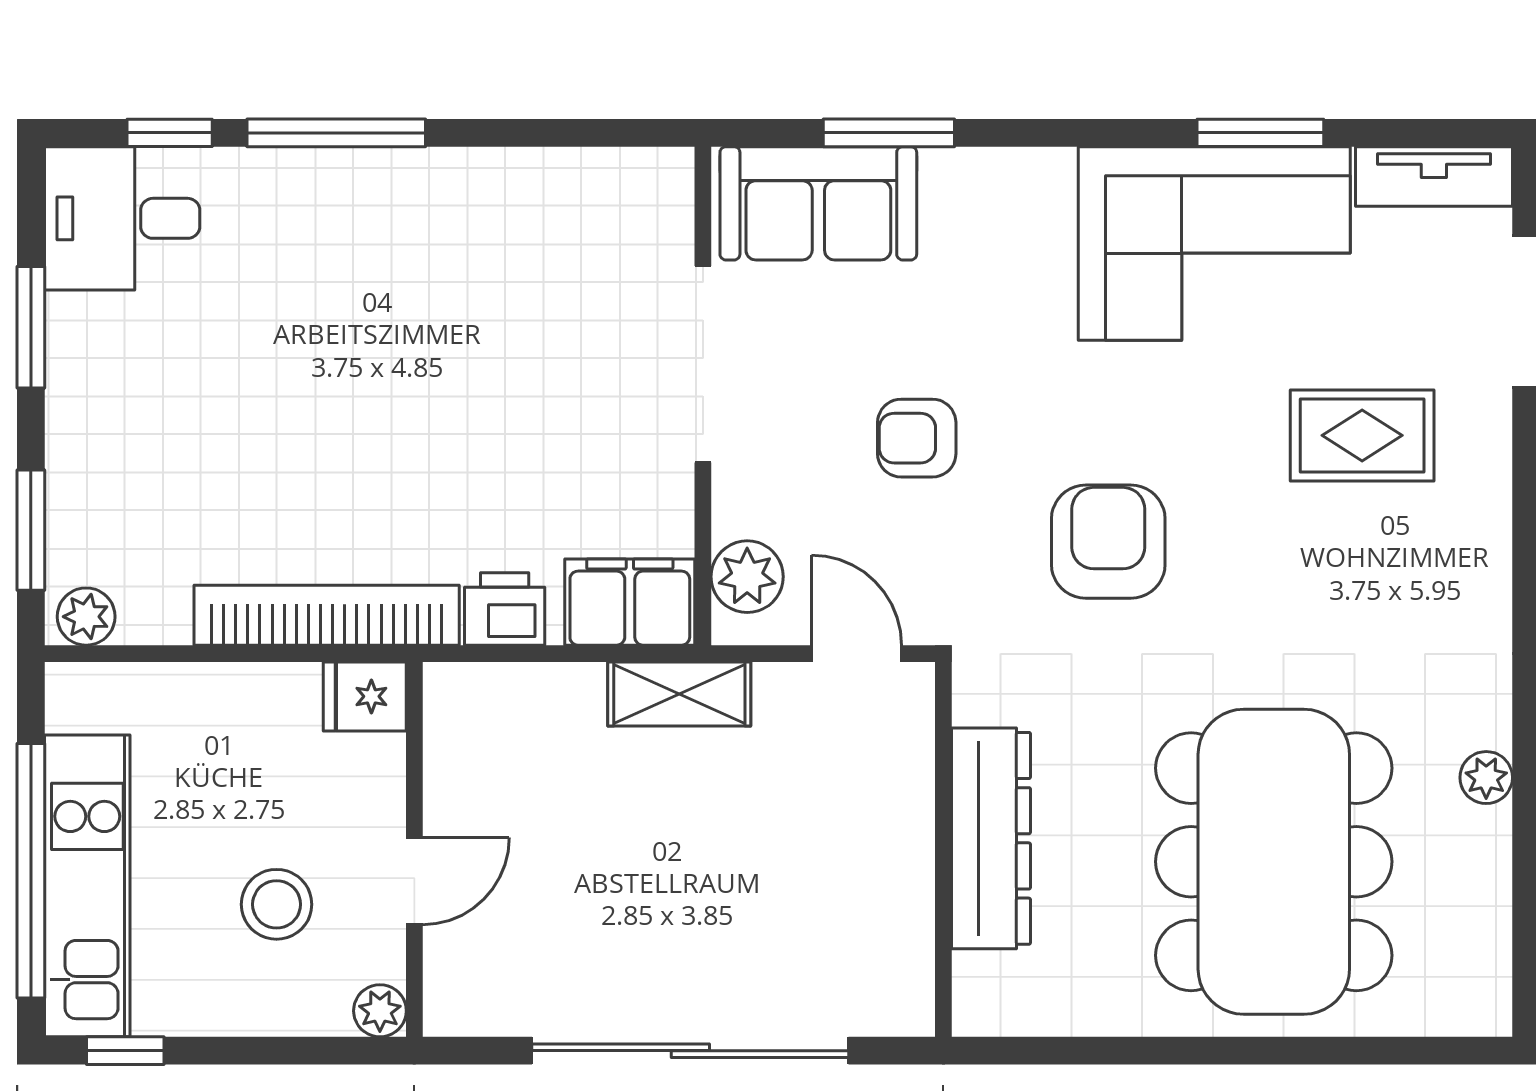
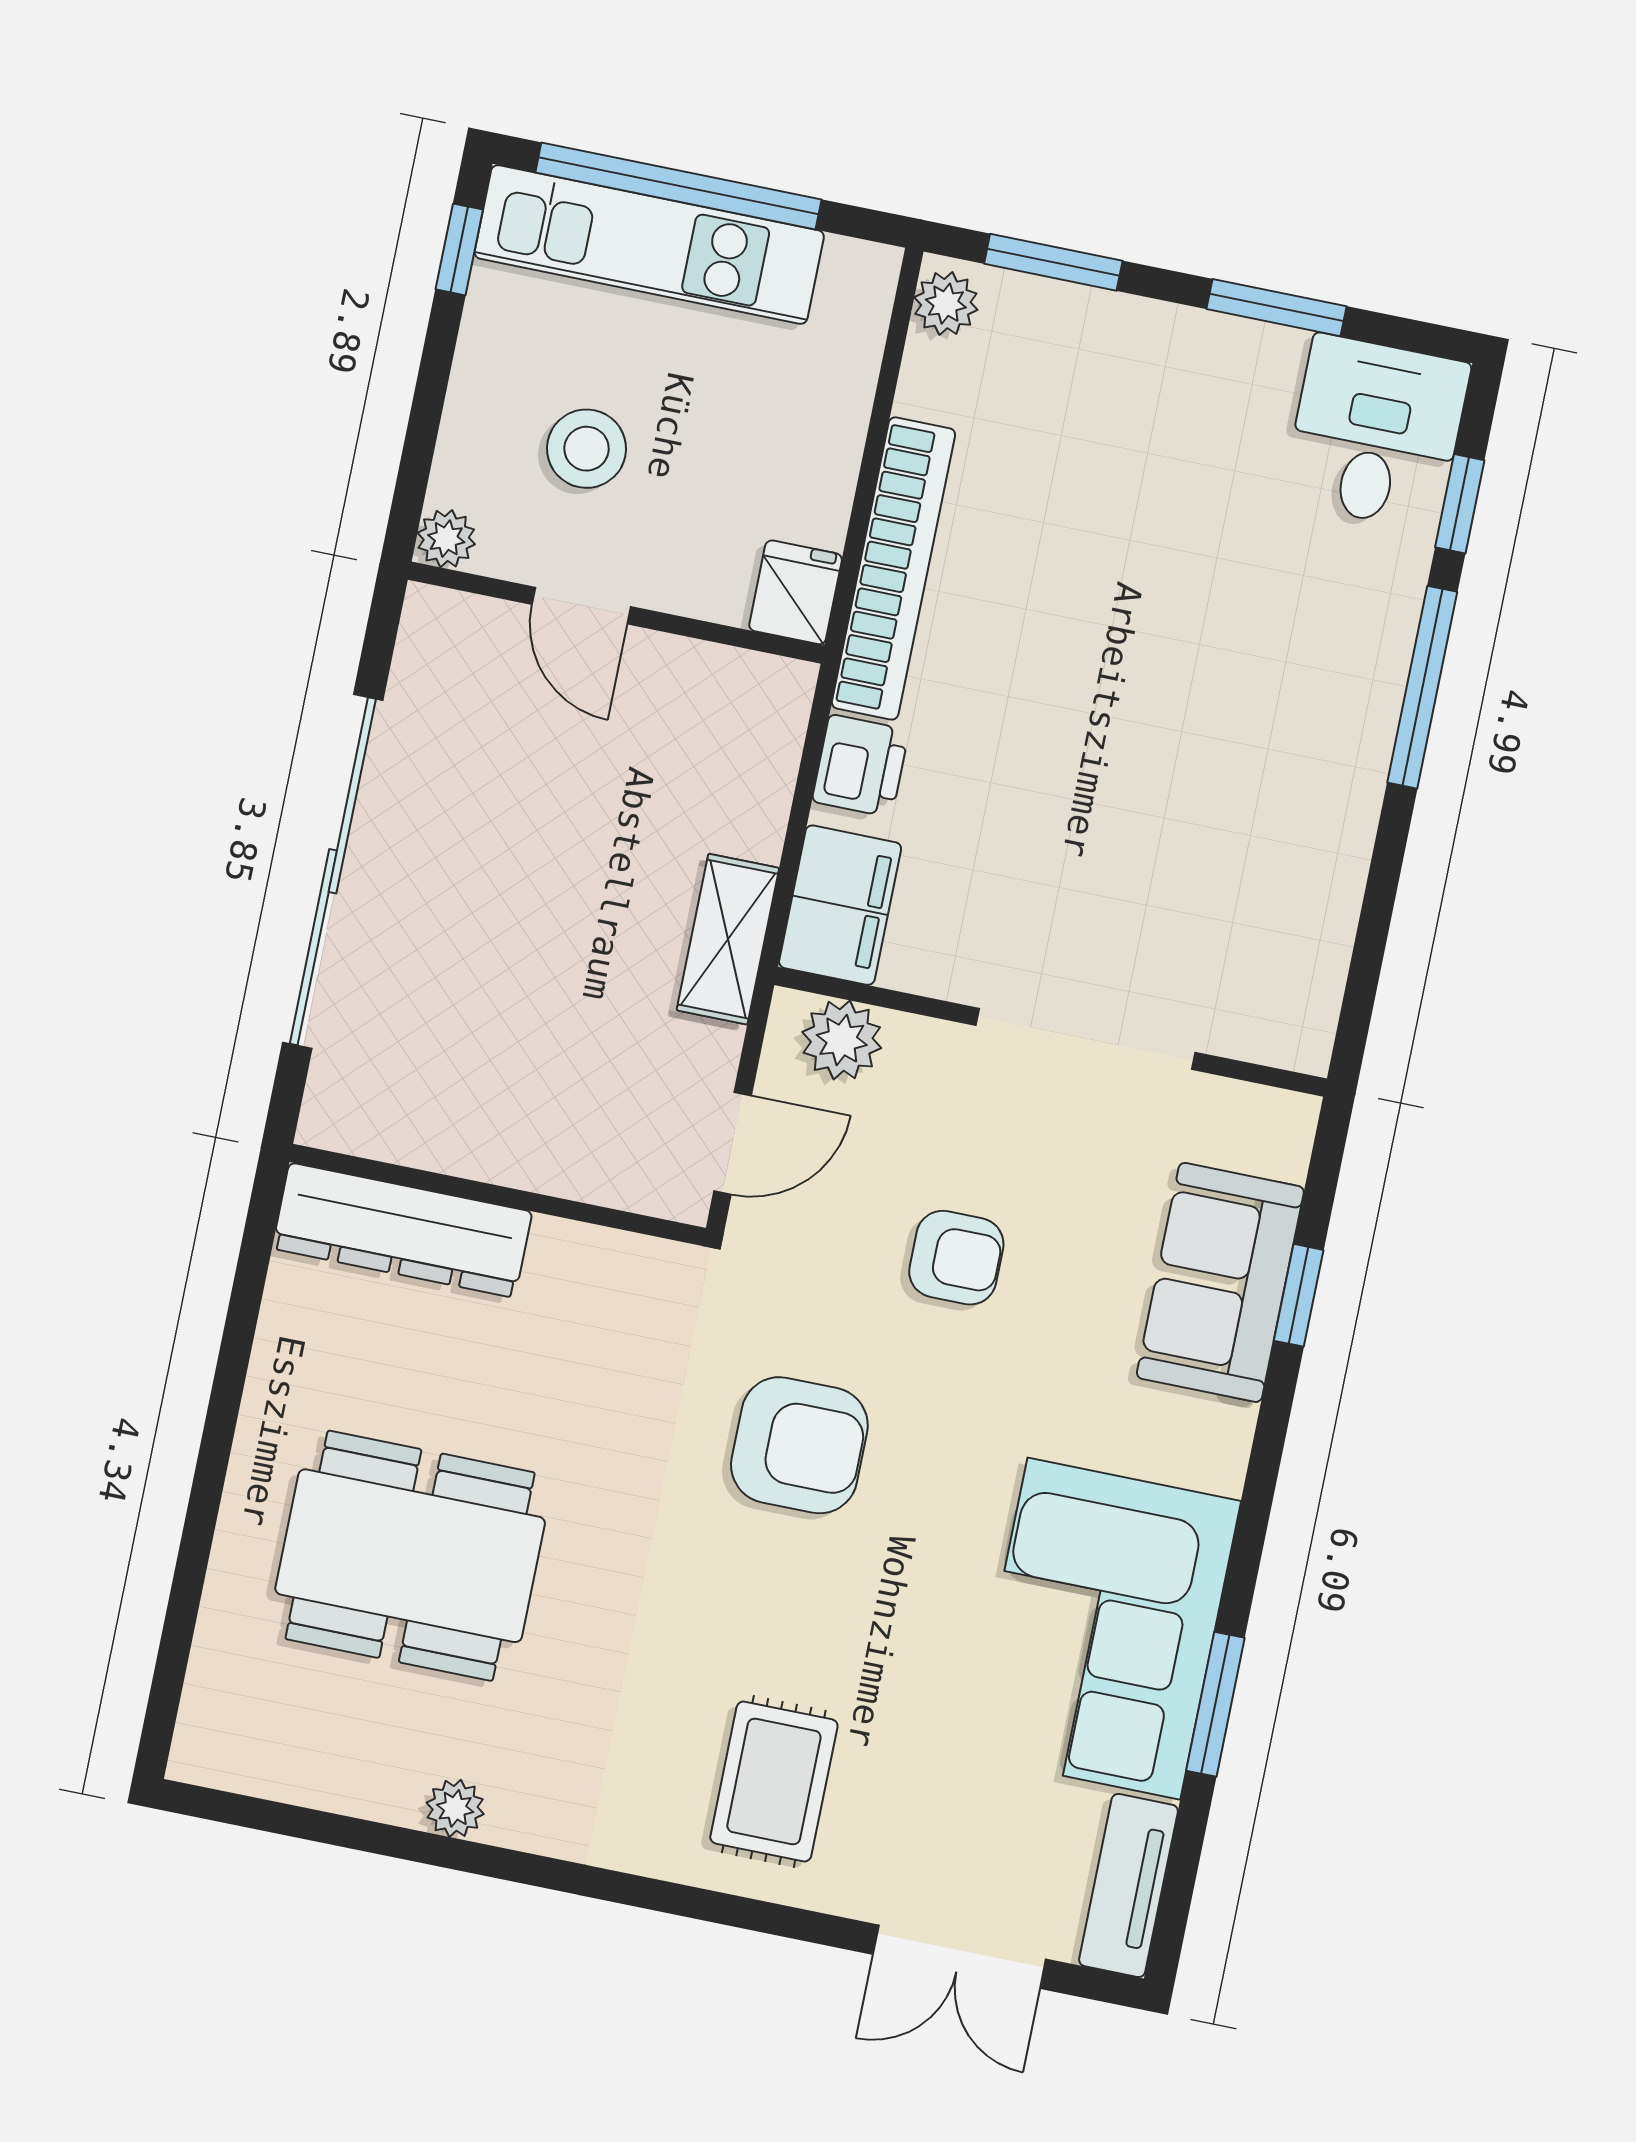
window: (889, 133) -> (1299, 1295), width x0.67
sofa: (818, 203) -> (1220, 1282), moved
rug: (1362, 435) -> (774, 1782), moved
armchair: (917, 438) -> (956, 1258), turned 90
dresser: (991, 838) -> (402, 1230), moved
dining table: (1274, 862) -> (410, 1556), width x0.73, depth x0.80

